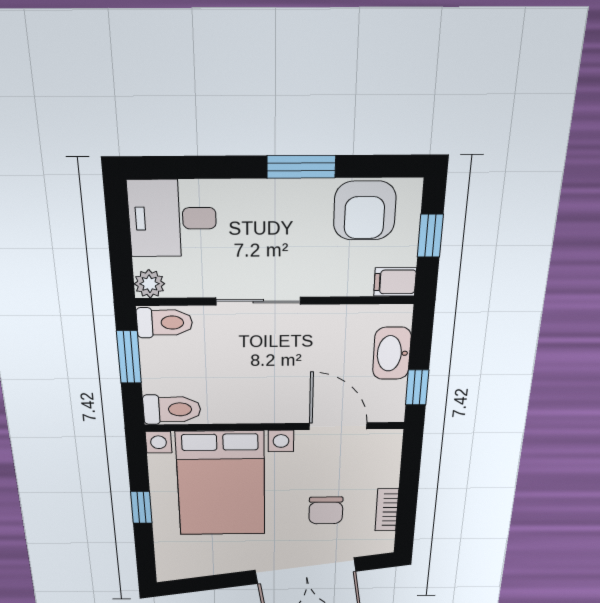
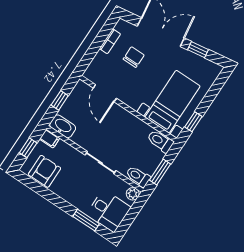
window: (301, 167) -> (86, 220), moved
washbasin: (392, 353) -> (63, 126), moved, turned -90
window: (417, 387) -> (60, 100), moved
bed with nightstands: (221, 484) -> (172, 102), width x0.73
window: (141, 507) -> (193, 122), moved
window: (222, 581) -> (198, 50), added

